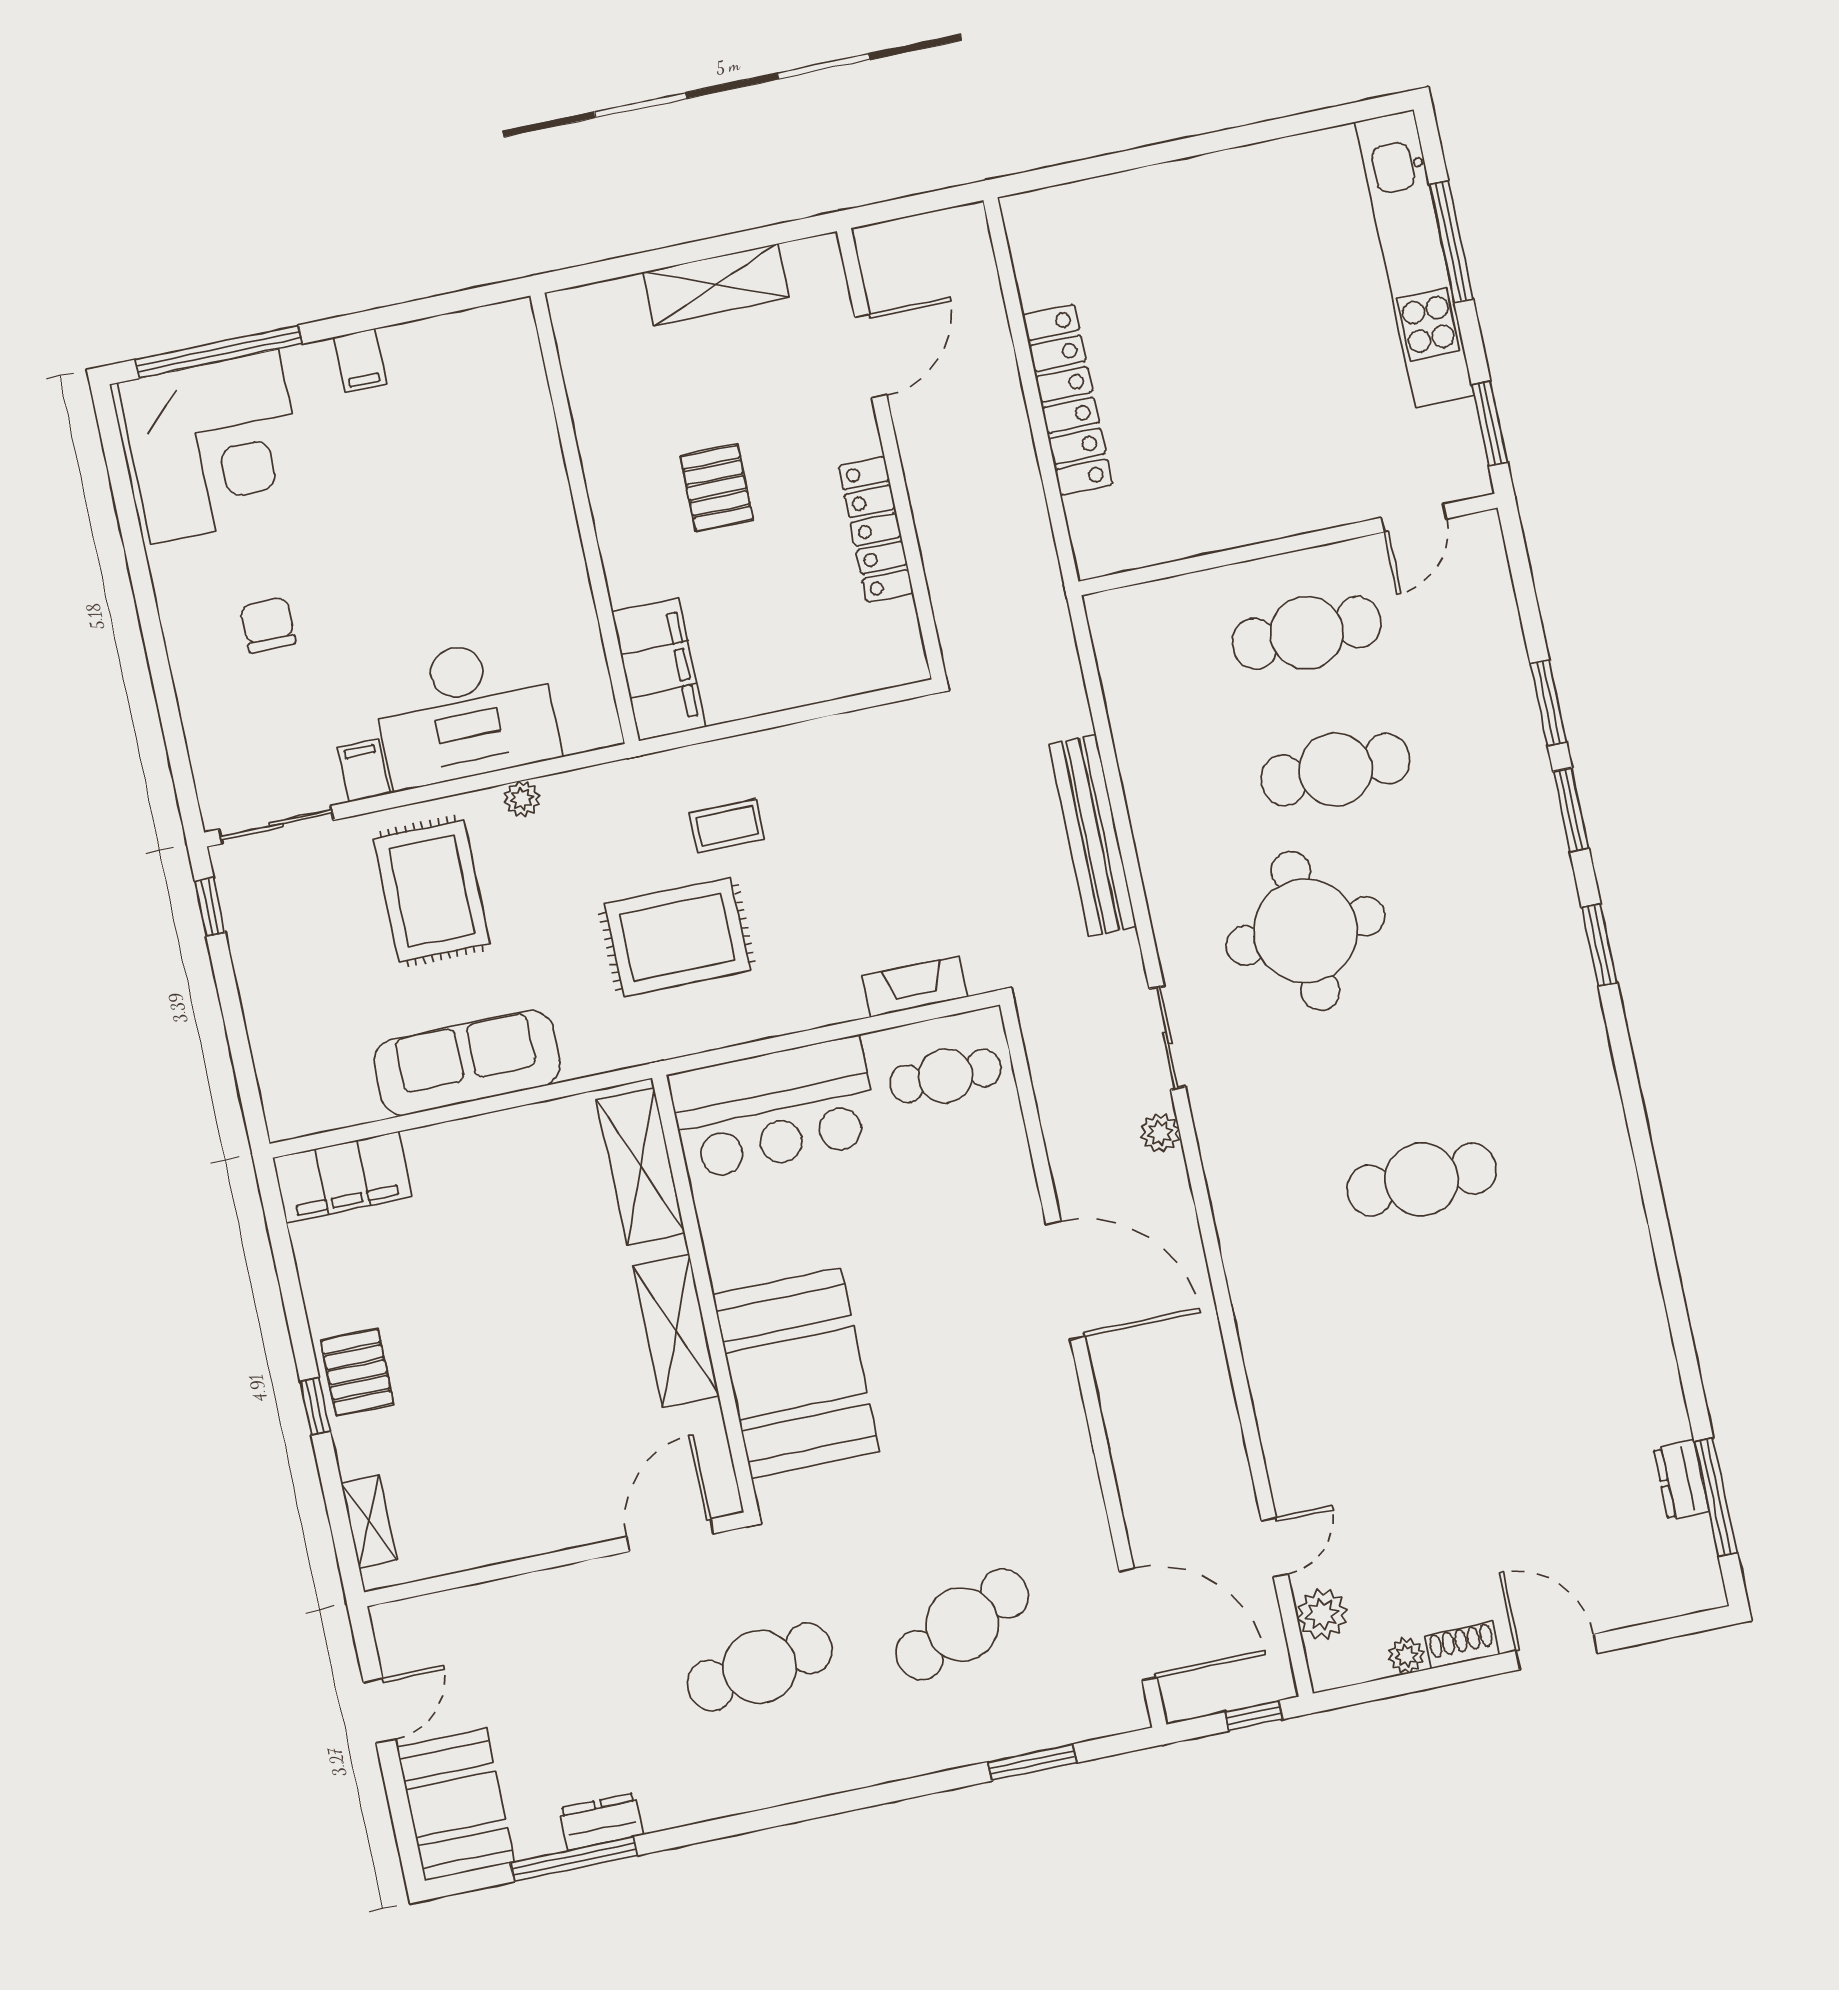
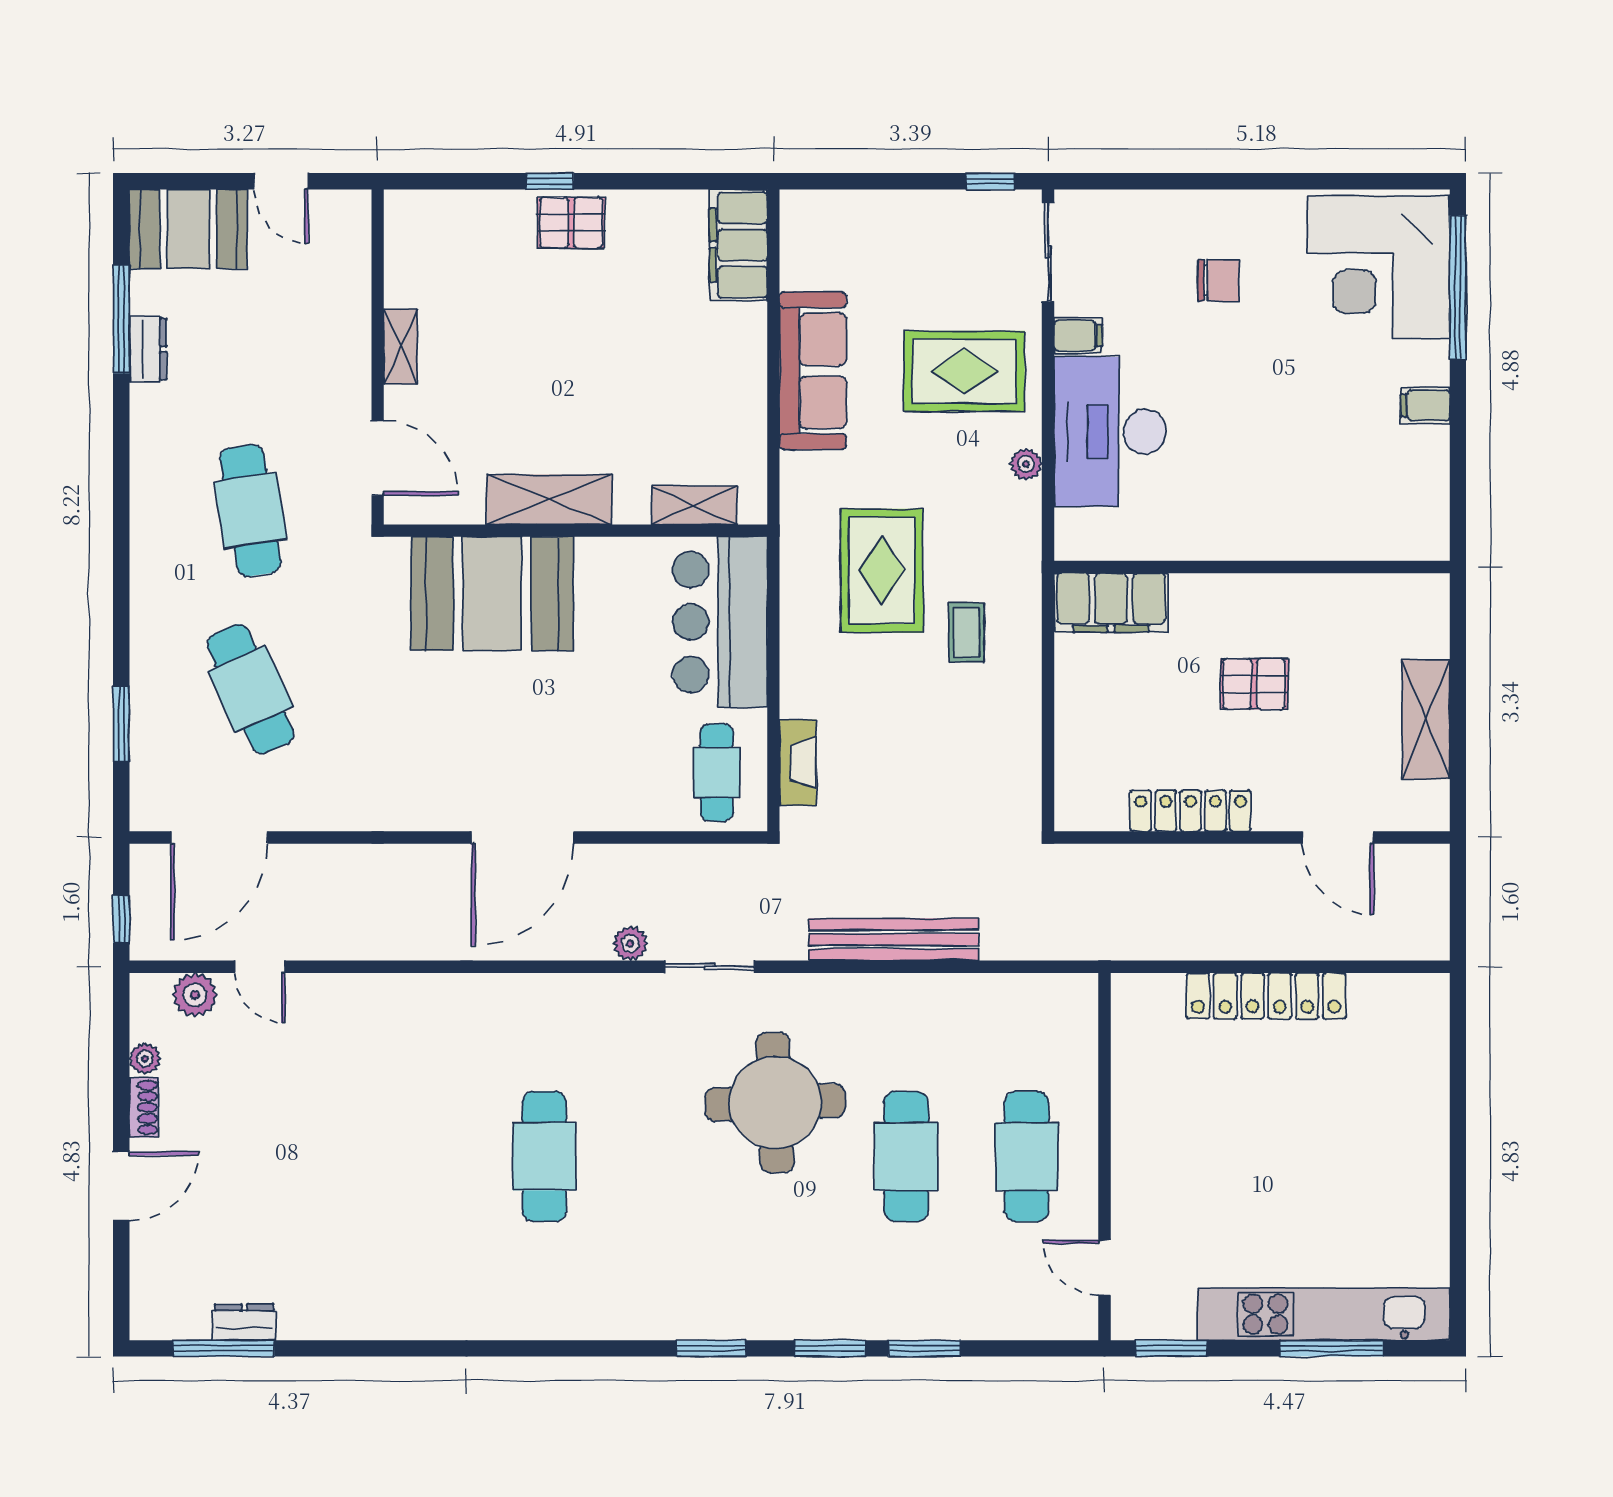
shelving: (641, 1166) -> (694, 505), width x0.67, depth x0.75
shelving: (369, 1522) -> (401, 346), moved, turned 90

